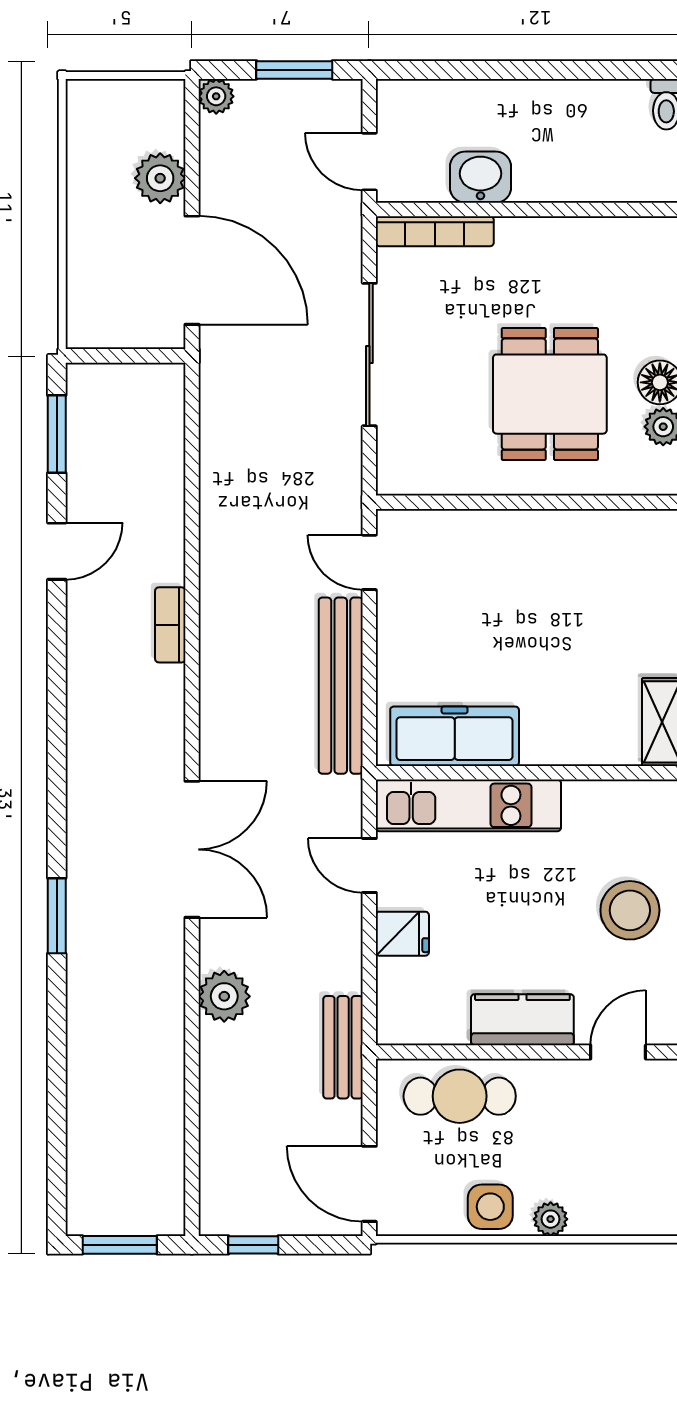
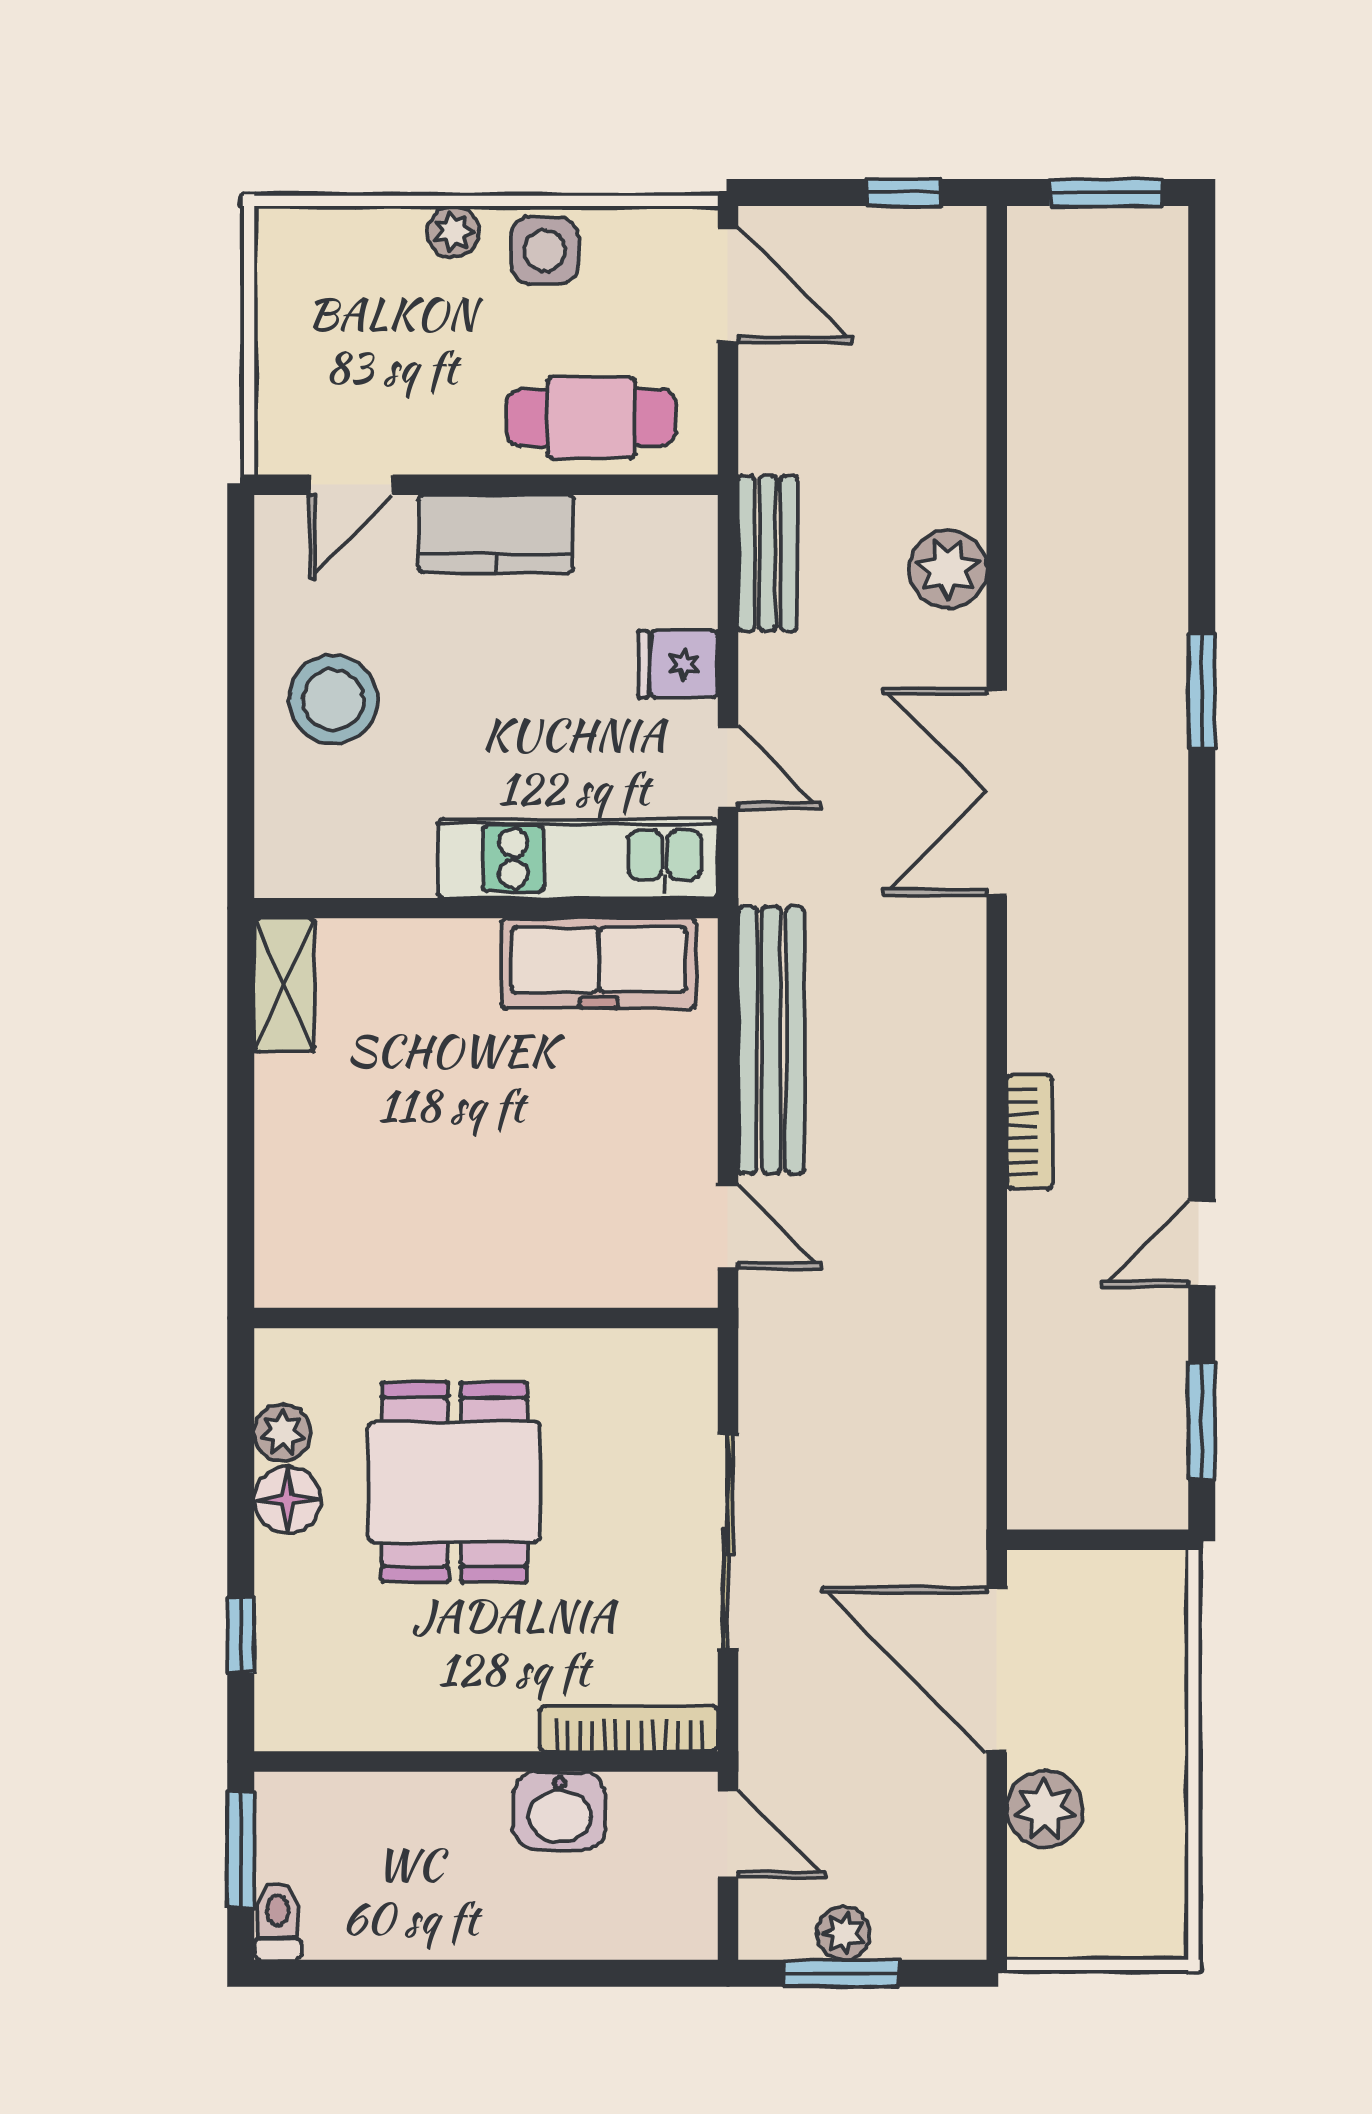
plant: (216, 96) -> (843, 1933), moved
bench: (343, 1047) -> (768, 553), moved

